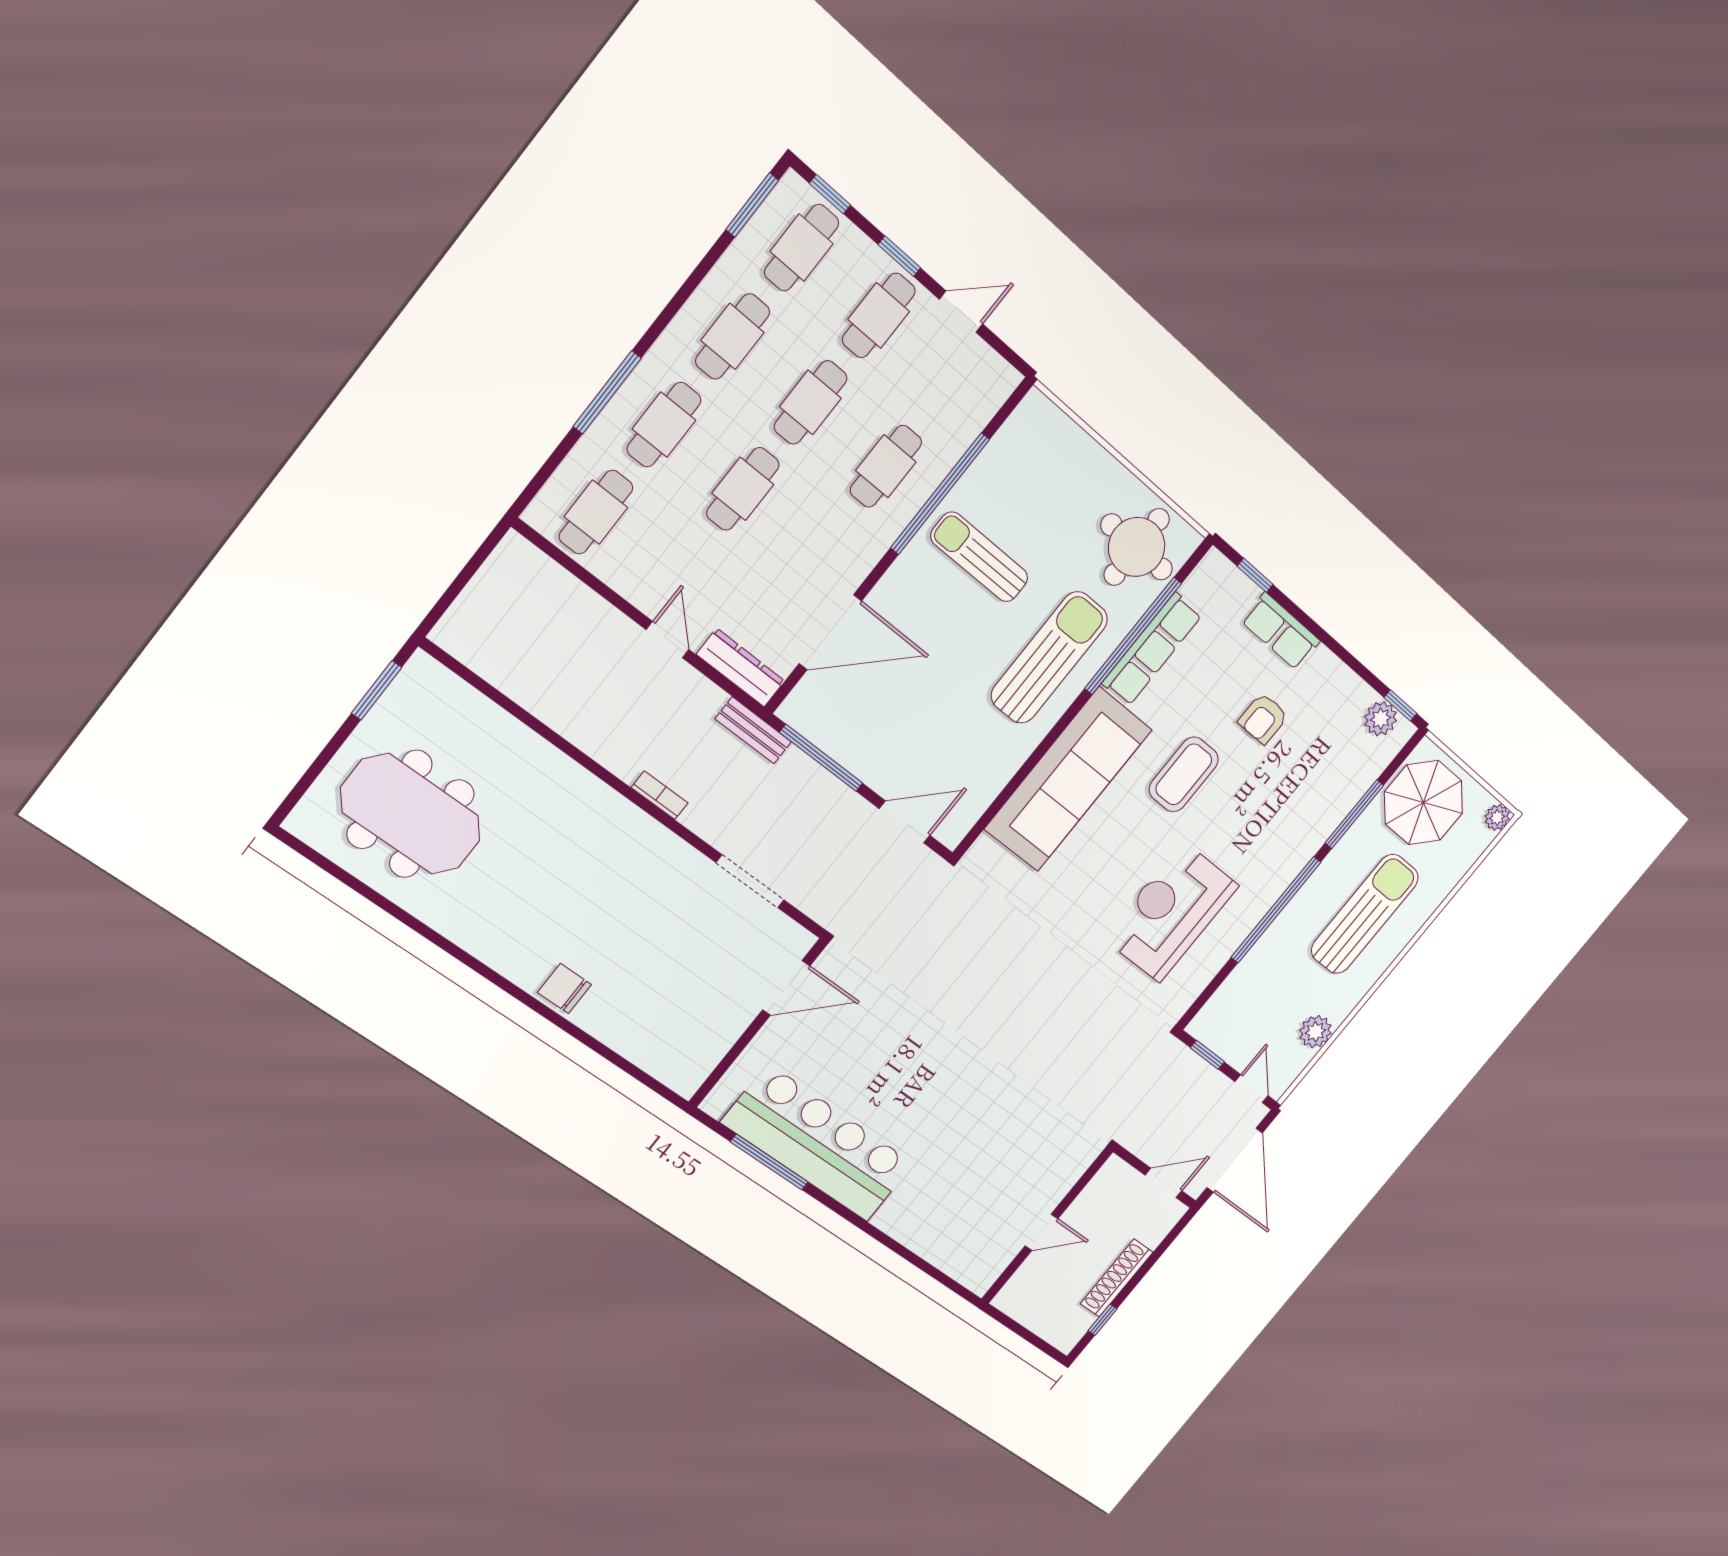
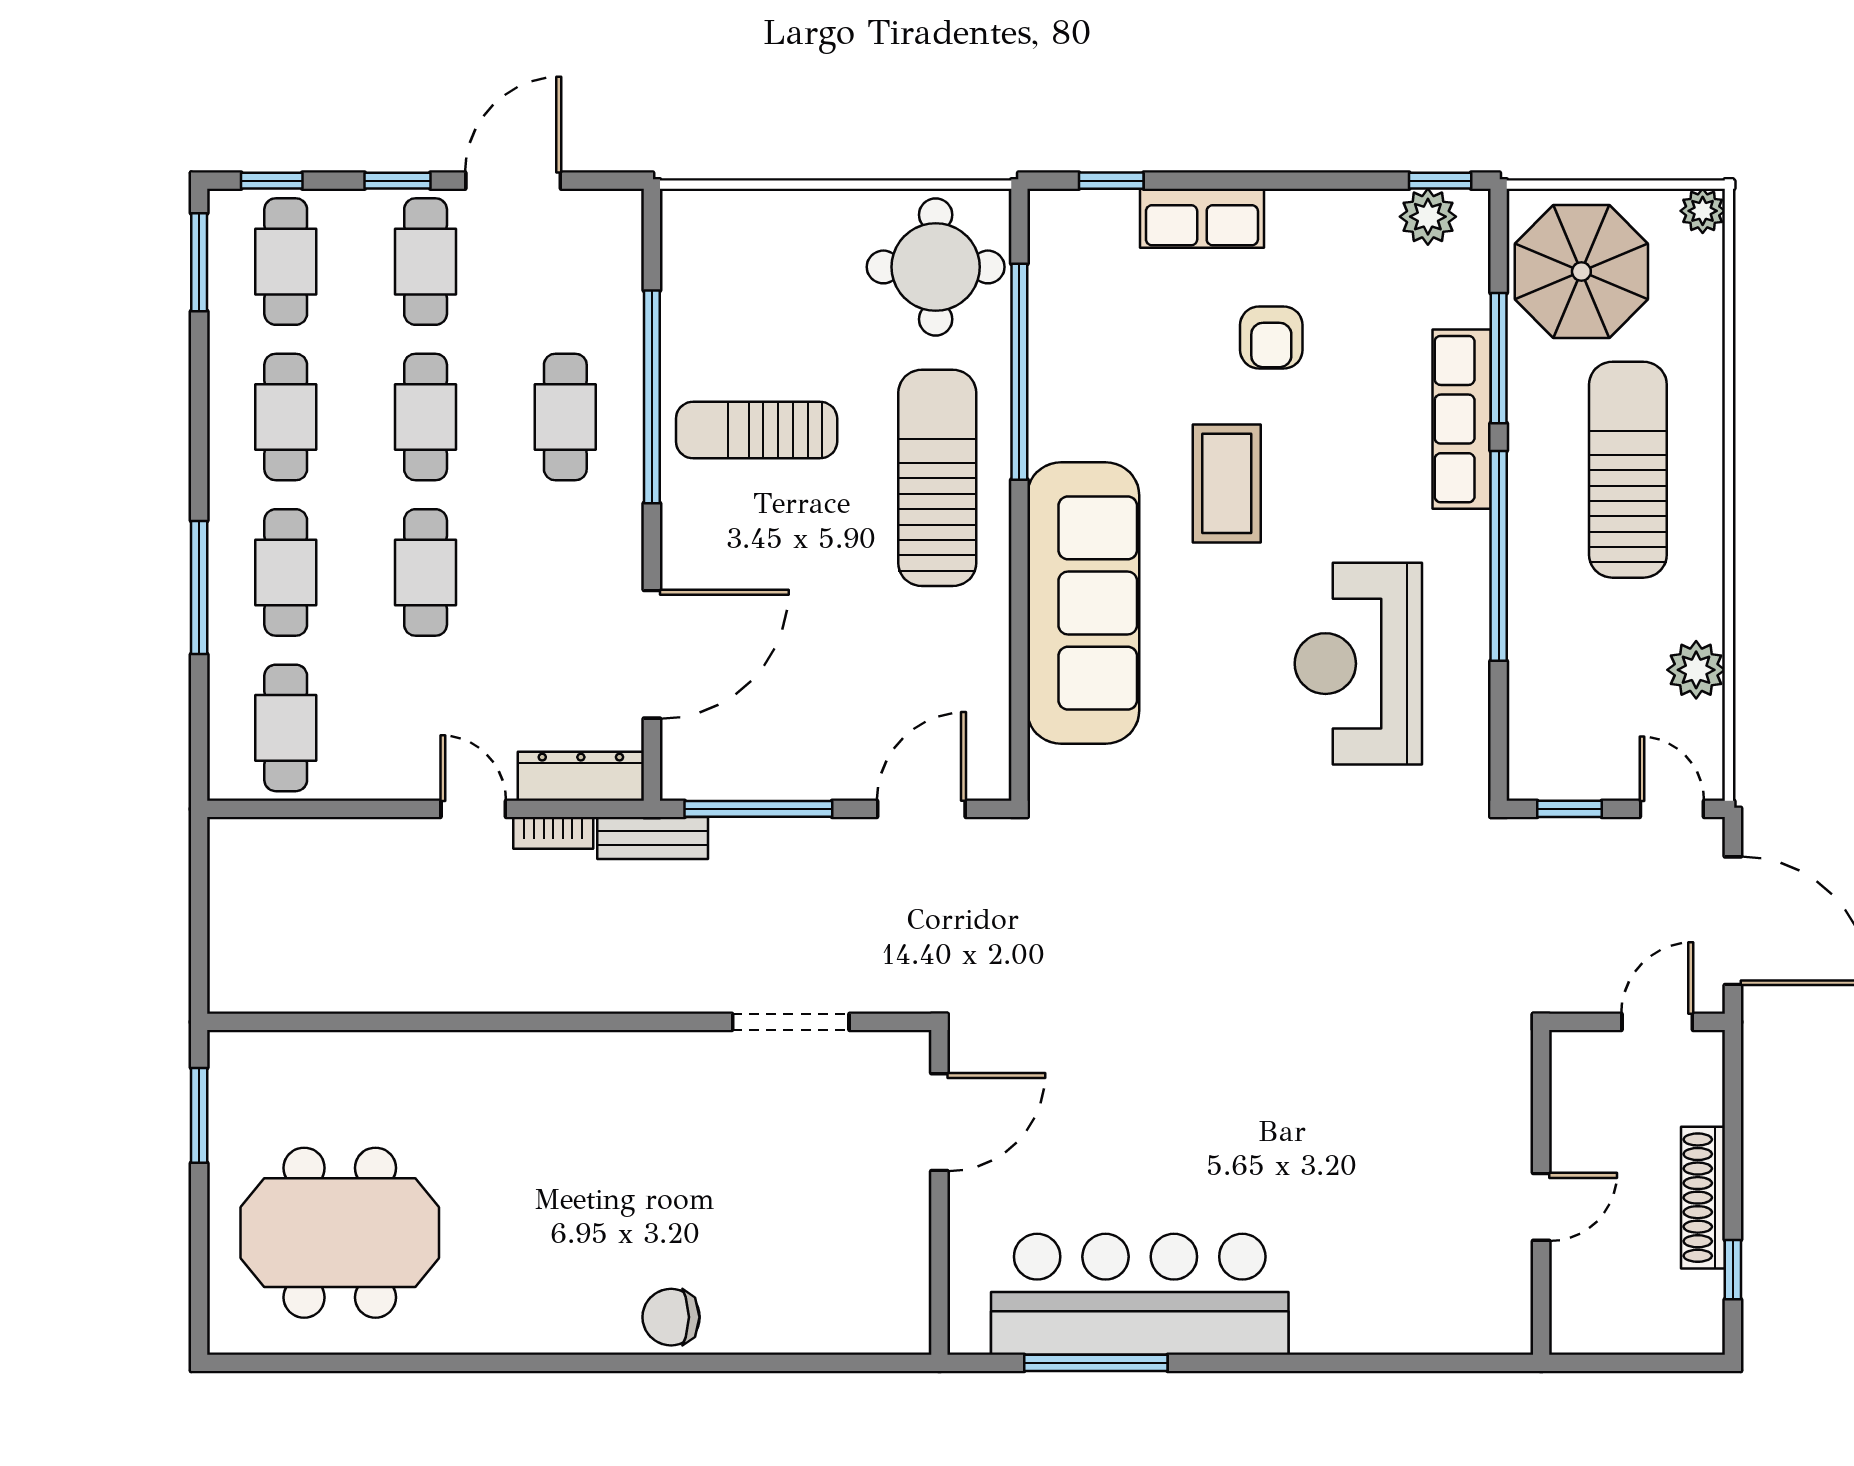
door: (961, 312) -> (513, 181), width x1.38
row of seats: (1152, 649) -> (1462, 419), moved, turned 180
bookcase: (660, 795) -> (553, 833), moved, turned 180

